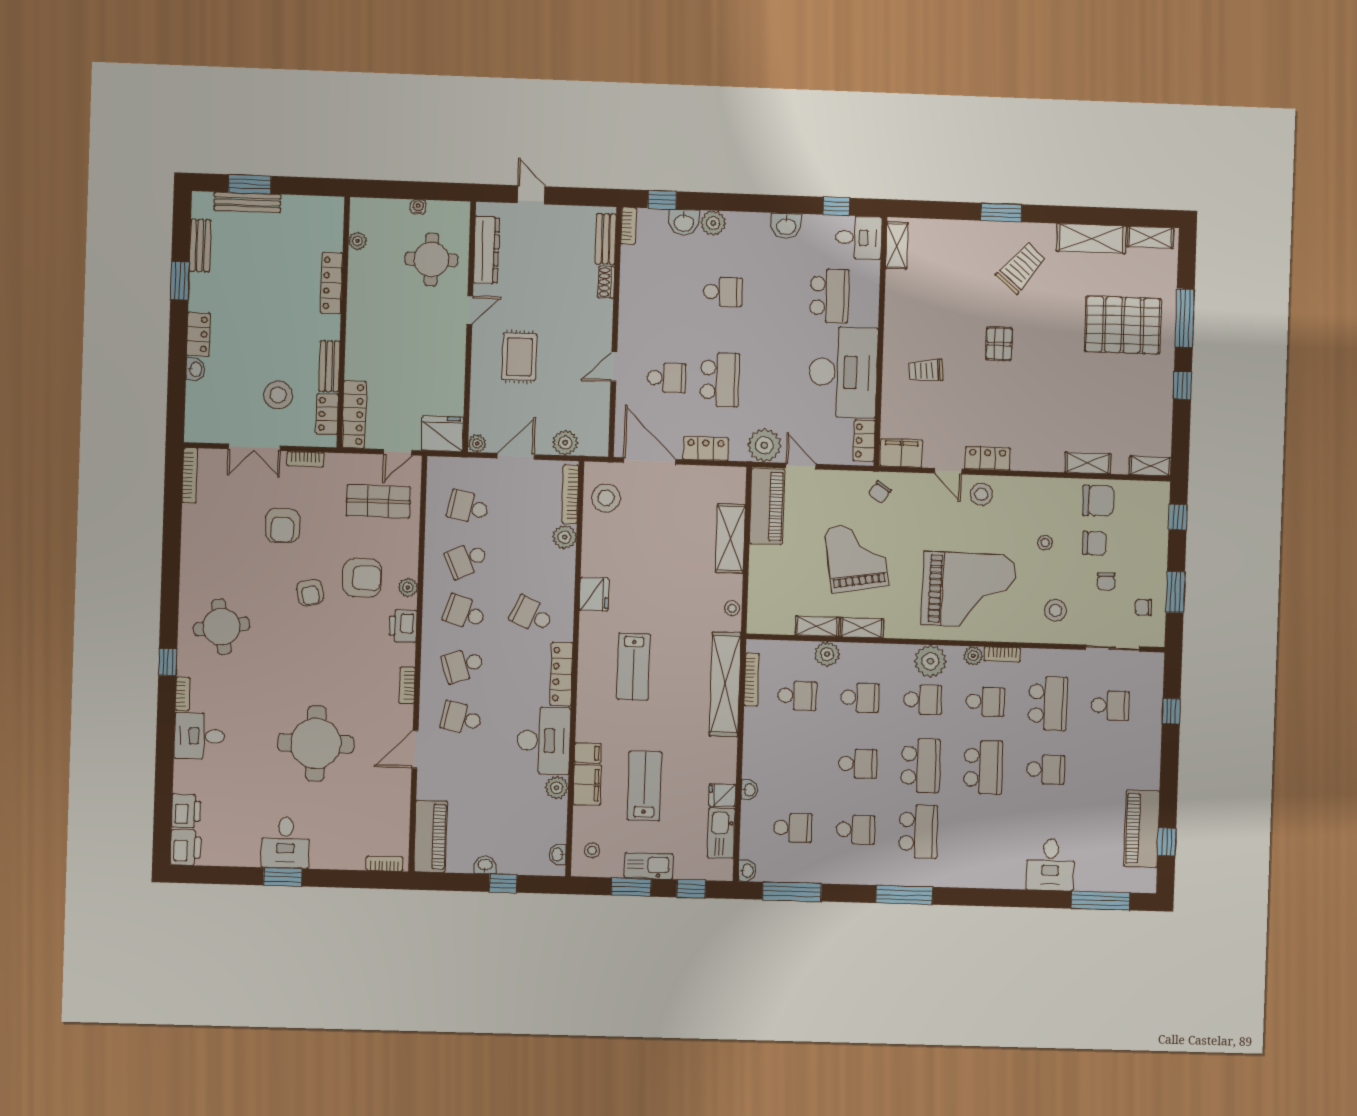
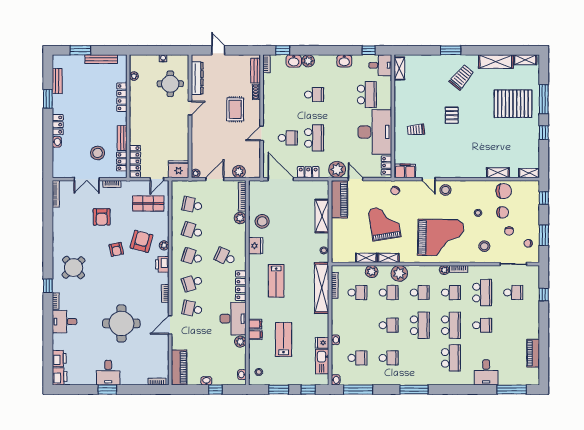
bench: (247, 202) -> (101, 59), moved
rug: (519, 357) -> (235, 109), moved
locker: (987, 458) -> (448, 172), removed
stool: (606, 498) -> (262, 221), moved
school desk: (466, 560) -> (192, 231), turned 42
armchair: (362, 578) -> (141, 241), turned -75
round table: (221, 627) -> (74, 268), turned -34
plant: (930, 661) -> (399, 273), moved
filing cabinet: (587, 785) -> (255, 335), width x0.50
piano: (1142, 829) -> (533, 353), width x0.73, depth x0.75
school desk: (918, 832) -> (451, 358), moved
window: (1167, 842) -> (544, 359), removed
kitchen sink: (649, 866) -> (287, 379), removed

